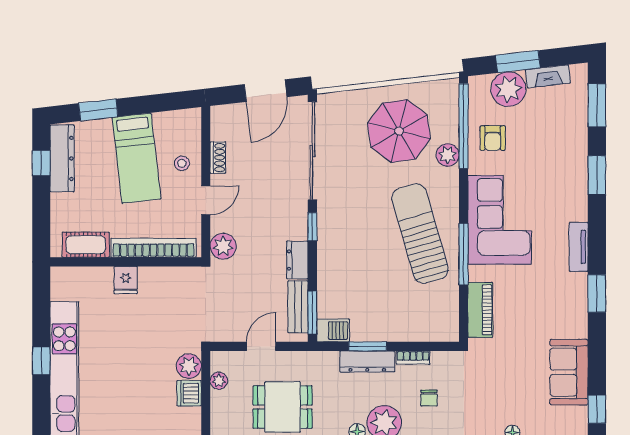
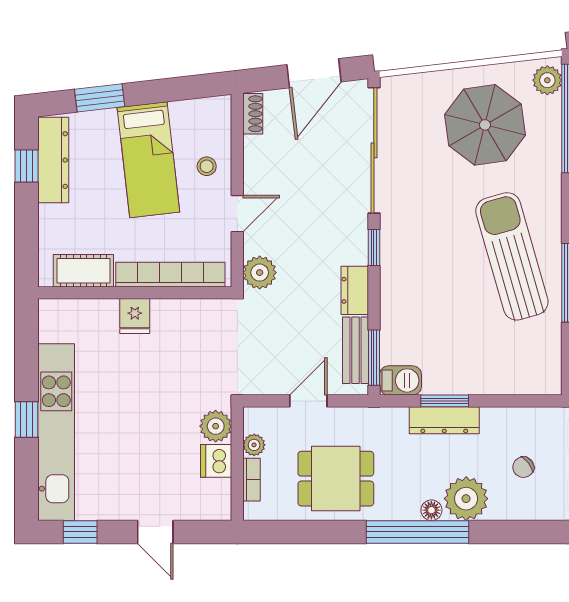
plant: (448, 155) -> (547, 80), moved
shoe rack: (218, 158) -> (253, 114), moved
bookcase: (413, 358) -> (252, 480), moved, turned -90
chair: (429, 398) -> (523, 467), turned 53

